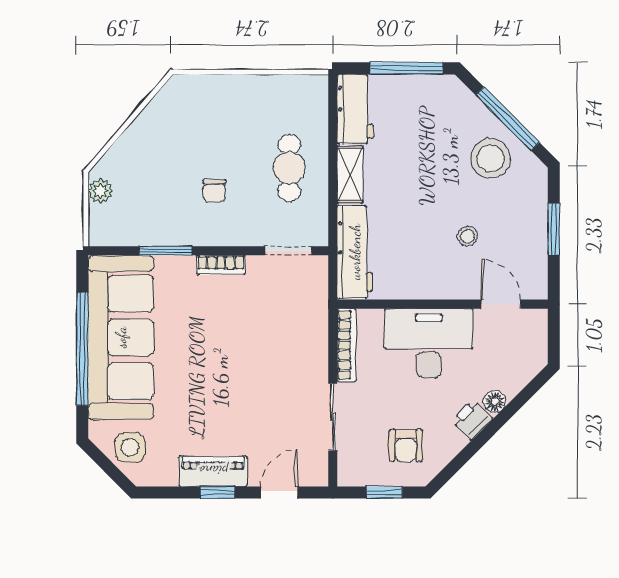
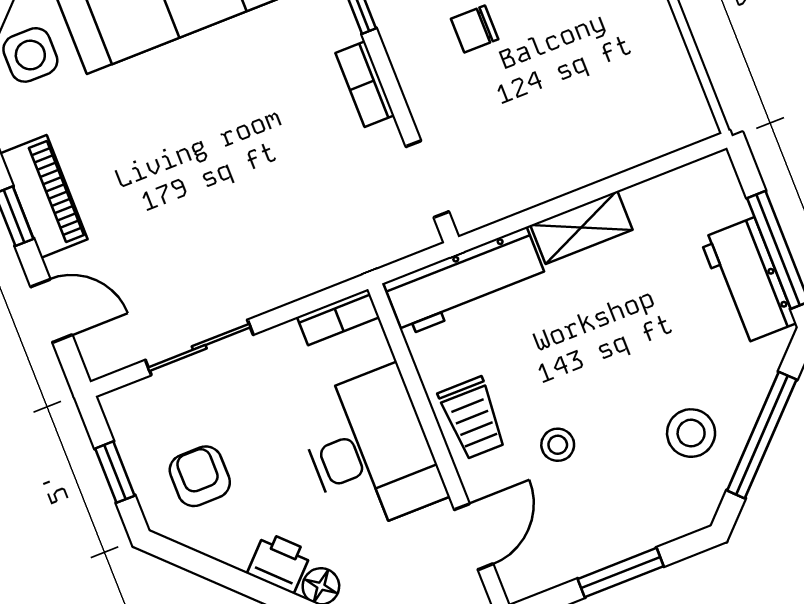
workbench: (355, 109) -> (748, 281), moved, turned 90
stool: (491, 158) -> (691, 433), width x0.73, depth x0.73
cafe table: (289, 168) -> (555, 130), removed
trolley: (434, 278) -> (473, 418), added
bookcase: (347, 345) -> (338, 317), width x0.64
armchair: (406, 445) -> (200, 476), turned 90

